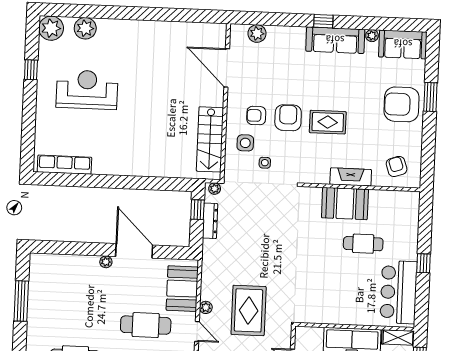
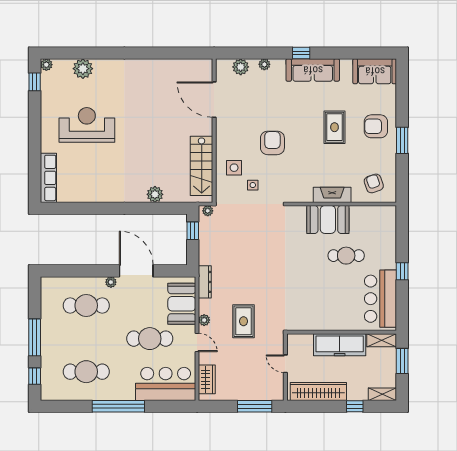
plant: (51, 28) -> (46, 65), width x0.53, depth x0.53
plant: (372, 36) -> (264, 64), moved
window: (31, 70) -> (35, 82), moved
window: (430, 97) -> (402, 140), moved
armchair: (402, 104) -> (376, 126), width x0.73, depth x0.73
armchair: (256, 116) -> (243, 142), removed
rug: (328, 122) -> (334, 127), moved, turned 90
row of seats: (64, 165) -> (48, 178), moved, turned 90
plant: (158, 168) -> (155, 194), added
dresser: (210, 221) -> (205, 282), moved
cafe table: (78, 286) -> (86, 305), added
window: (21, 301) -> (35, 337), moved
rug: (249, 310) -> (244, 321), width x0.73, depth x0.70

